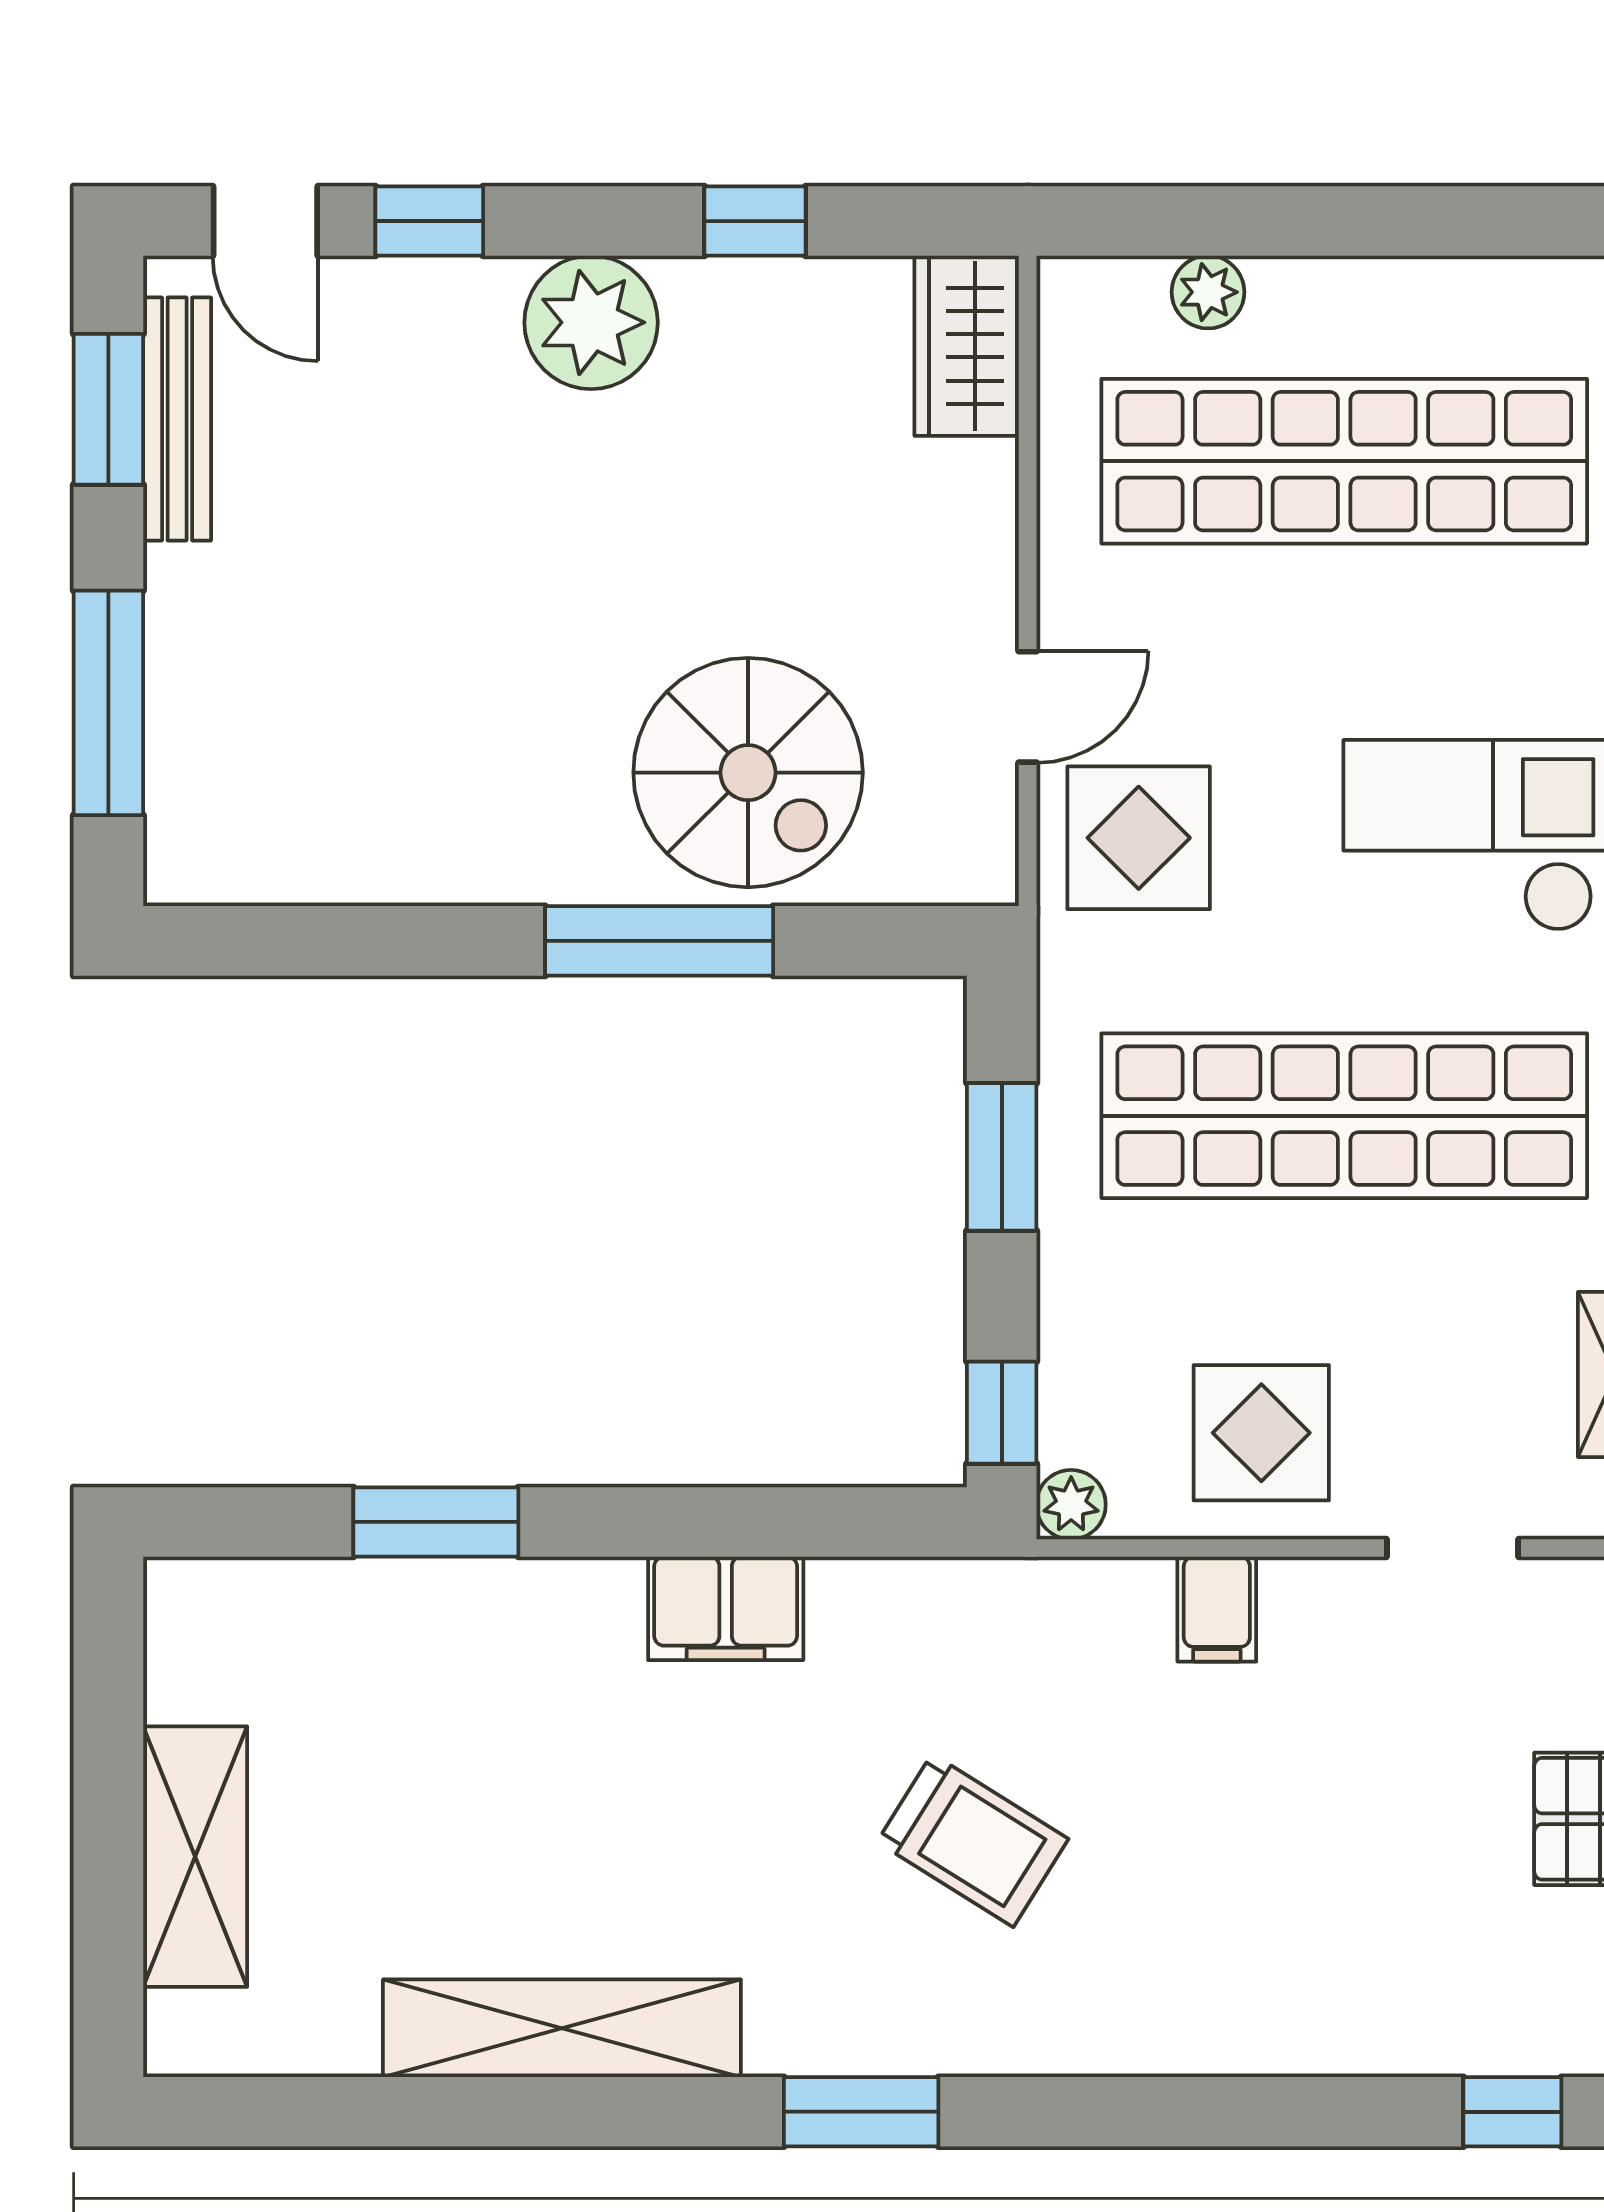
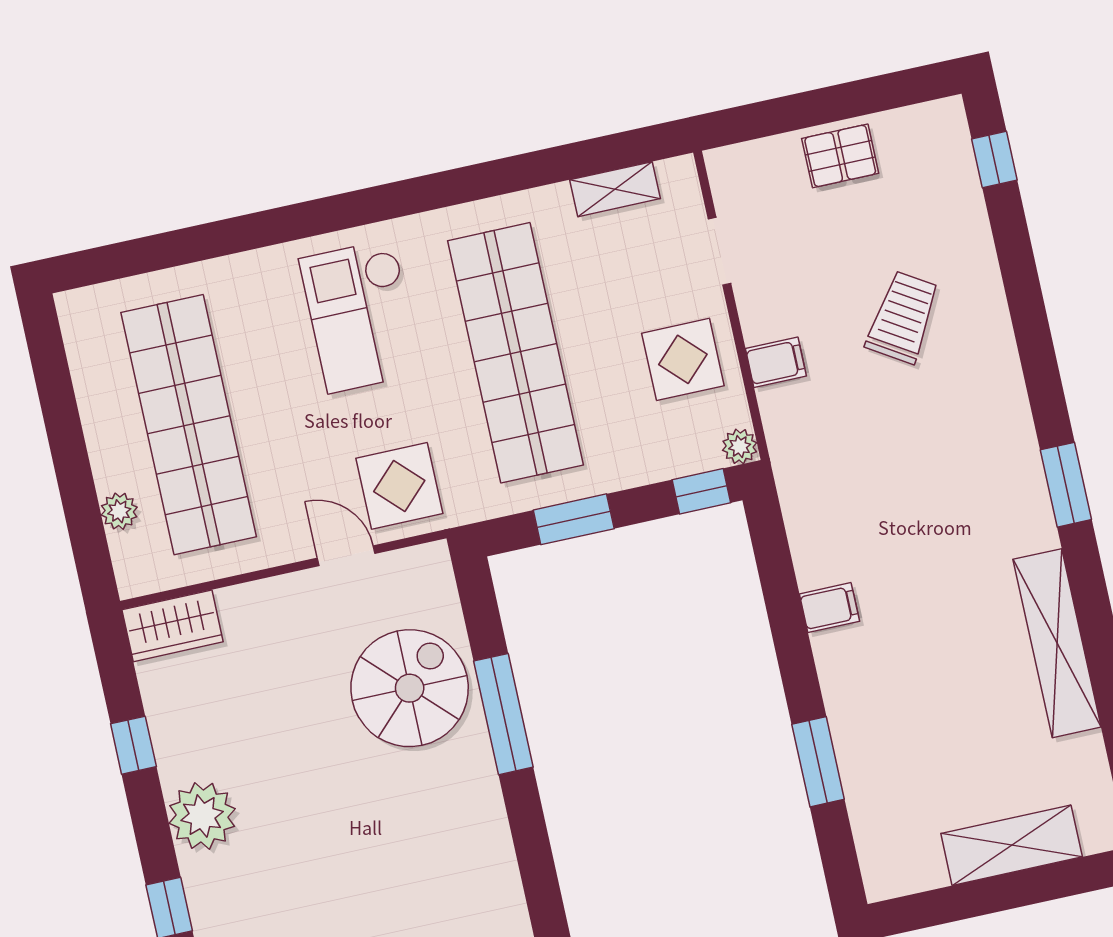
filing cabinet: (726, 1608) -> (829, 608), width x0.50
trolley: (973, 1840) -> (903, 317), moved

